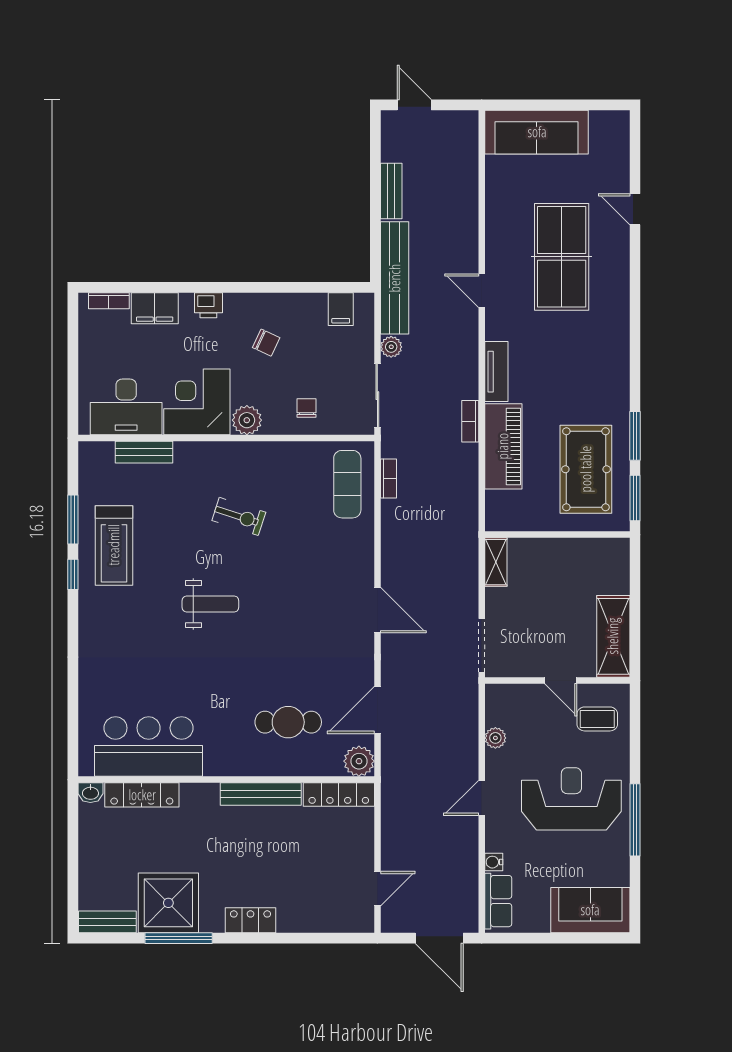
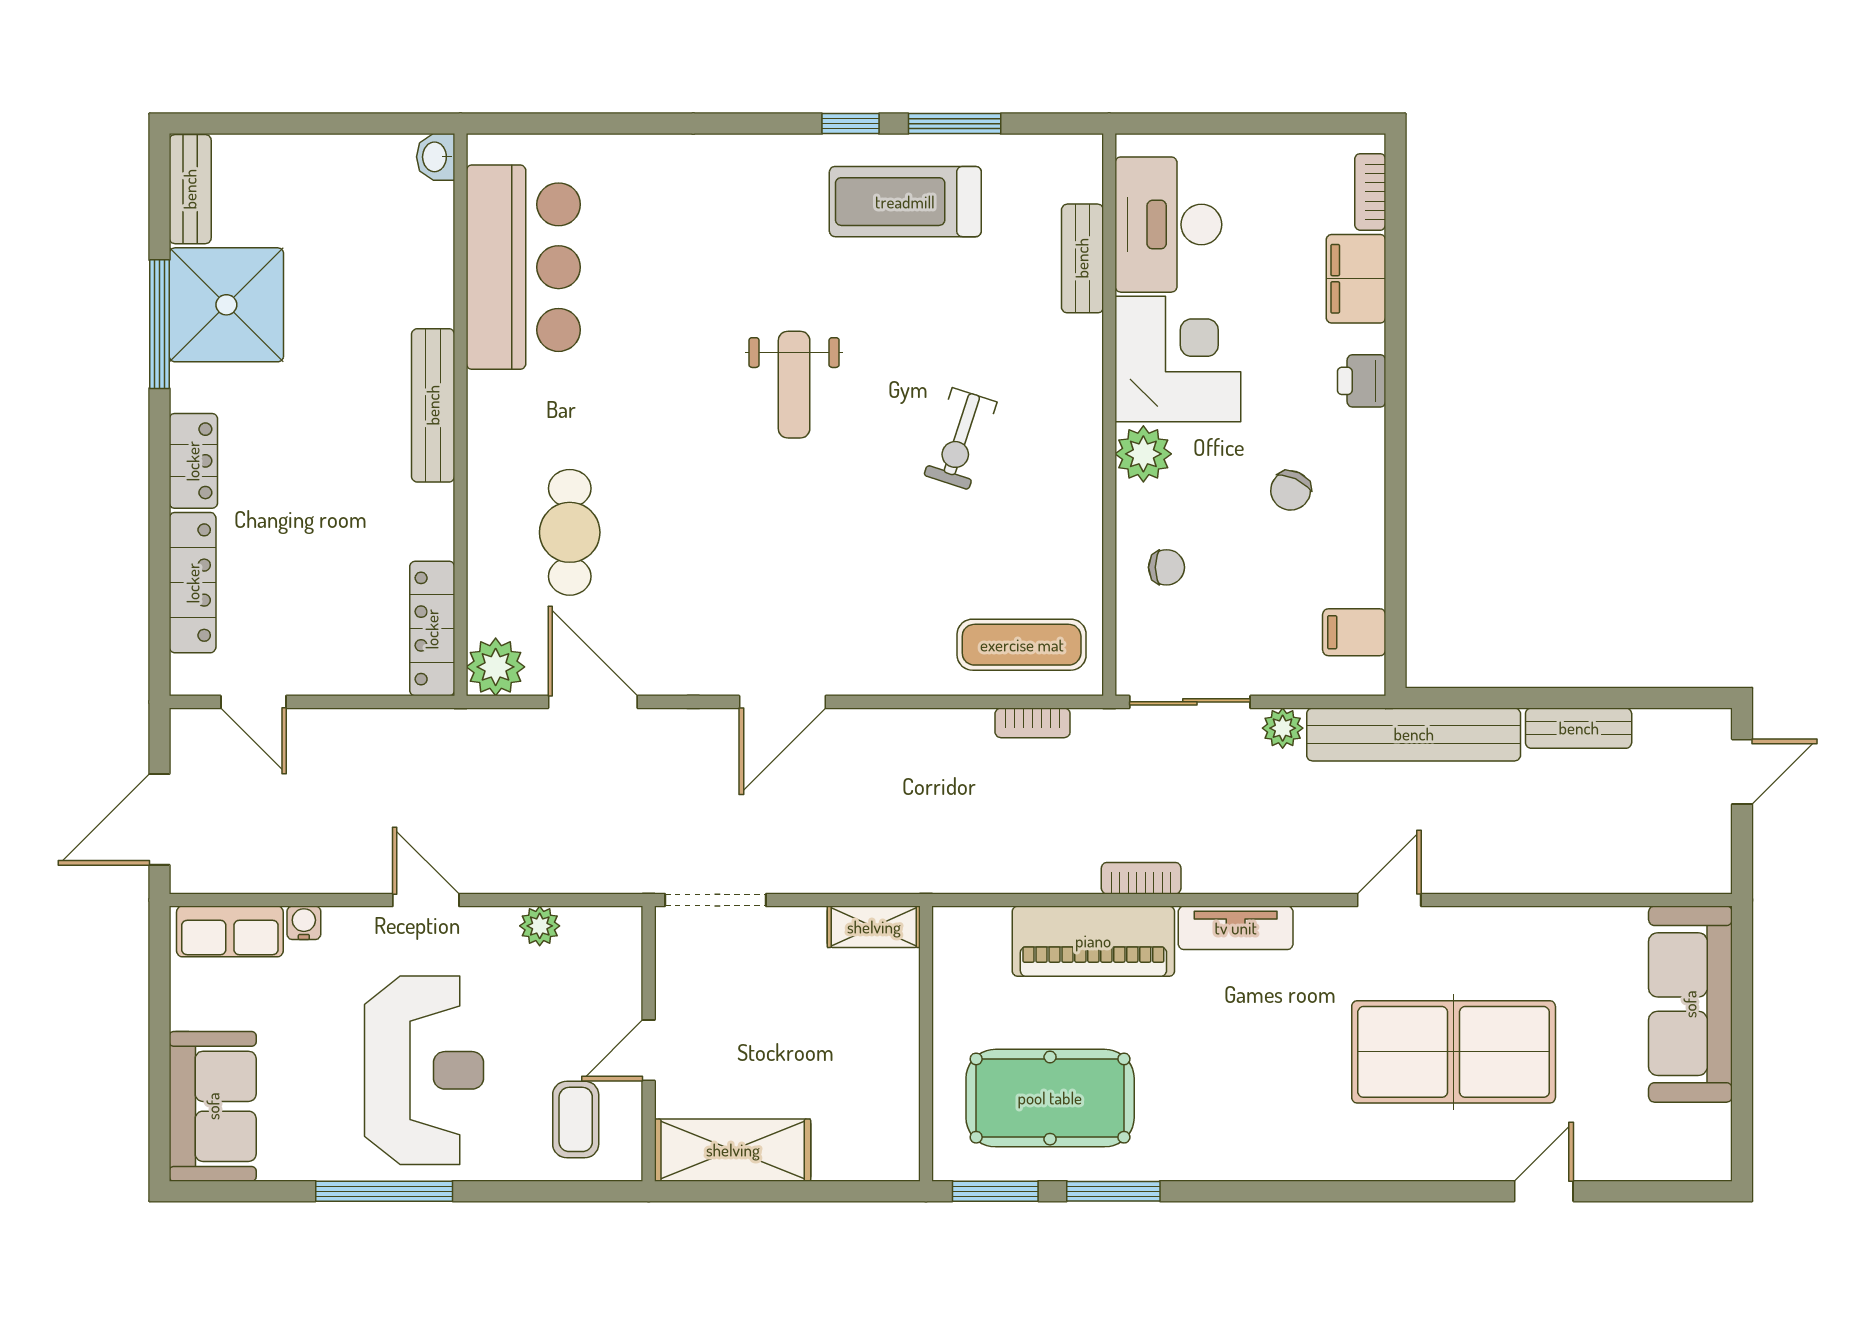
bench: (261, 794) -> (433, 405), moved
locker: (142, 795) -> (193, 583), moved, turned 180

